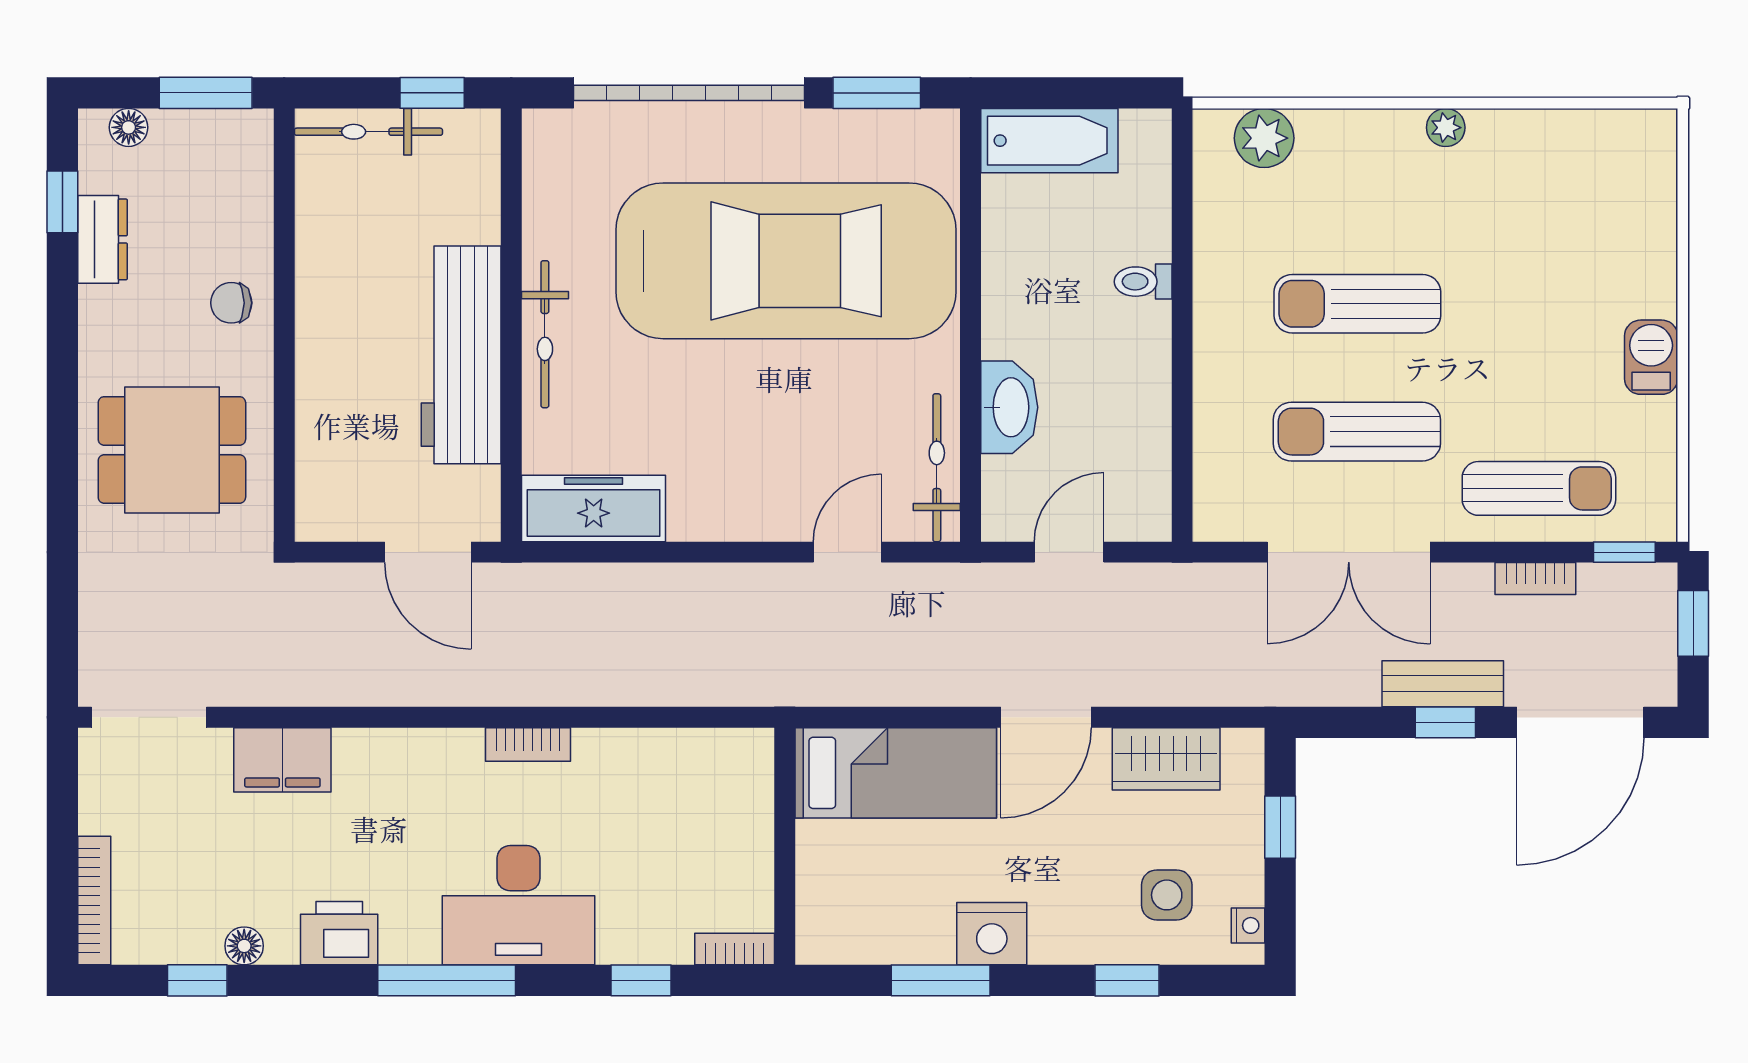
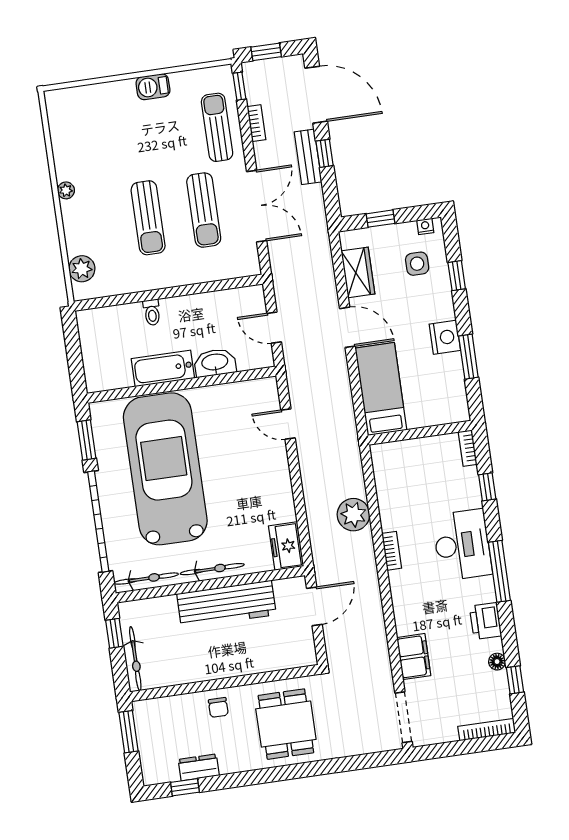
floor lamp: (129, 127) -> (148, 763), removed
bathtub: (1049, 141) -> (163, 368), moved, turned -90
bicycle: (937, 468) -> (146, 579), moved, turned 180
freezer: (594, 508) -> (286, 546), width x0.71
plant: (622, 670) -> (353, 515), added

